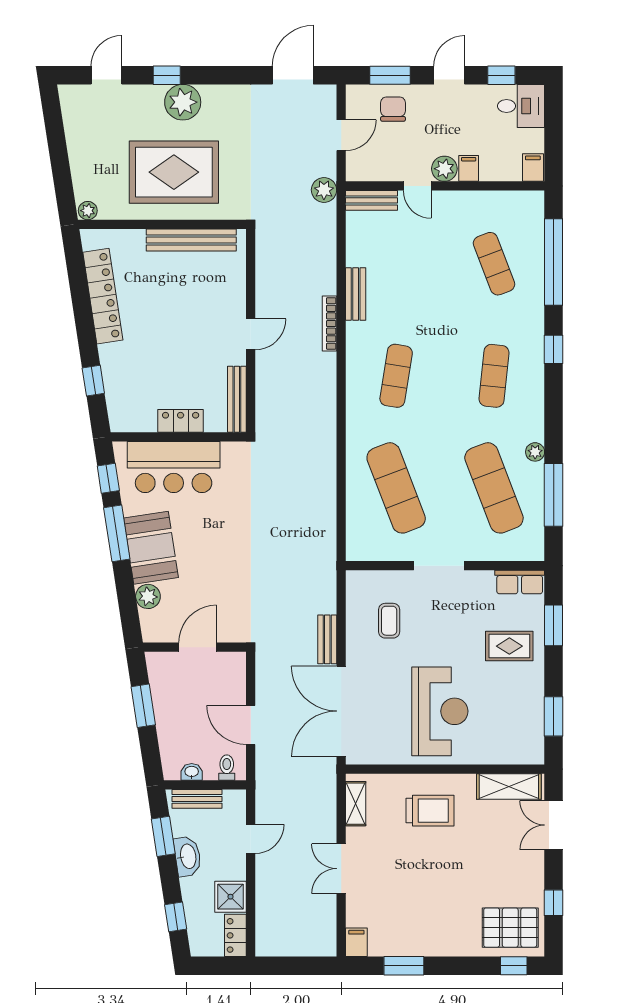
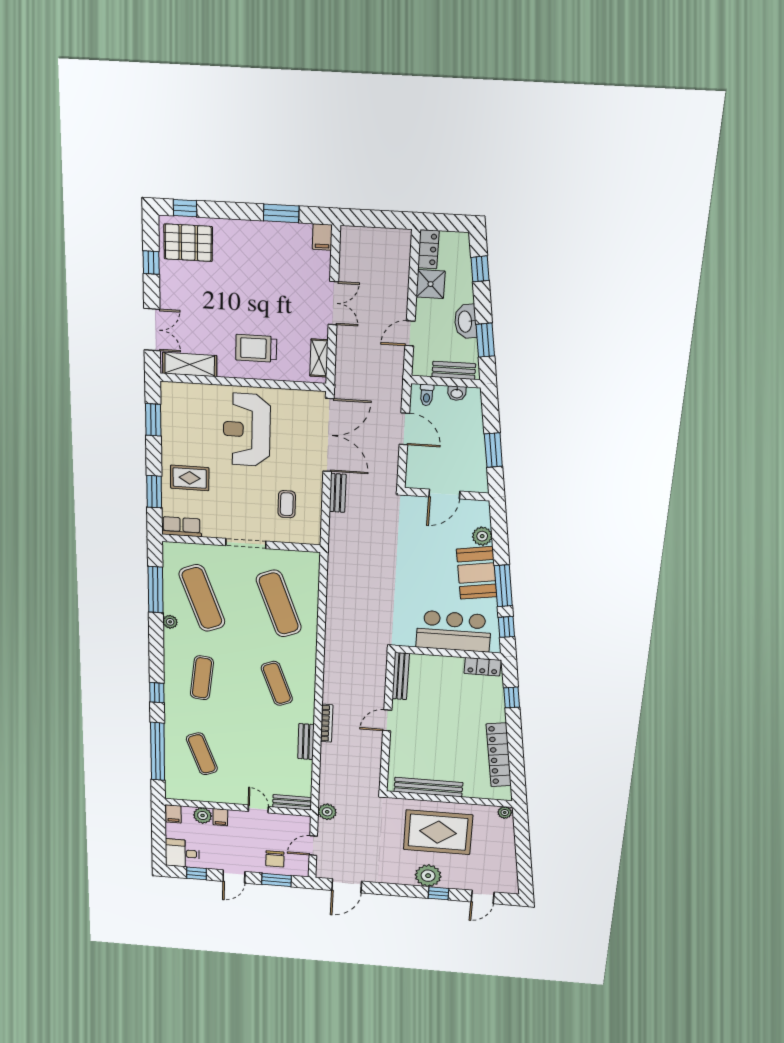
plant: (444, 169) -> (203, 815), moved
exercise mat: (396, 376) -> (277, 683), turned -30
locker: (181, 421) -> (483, 667), moved

